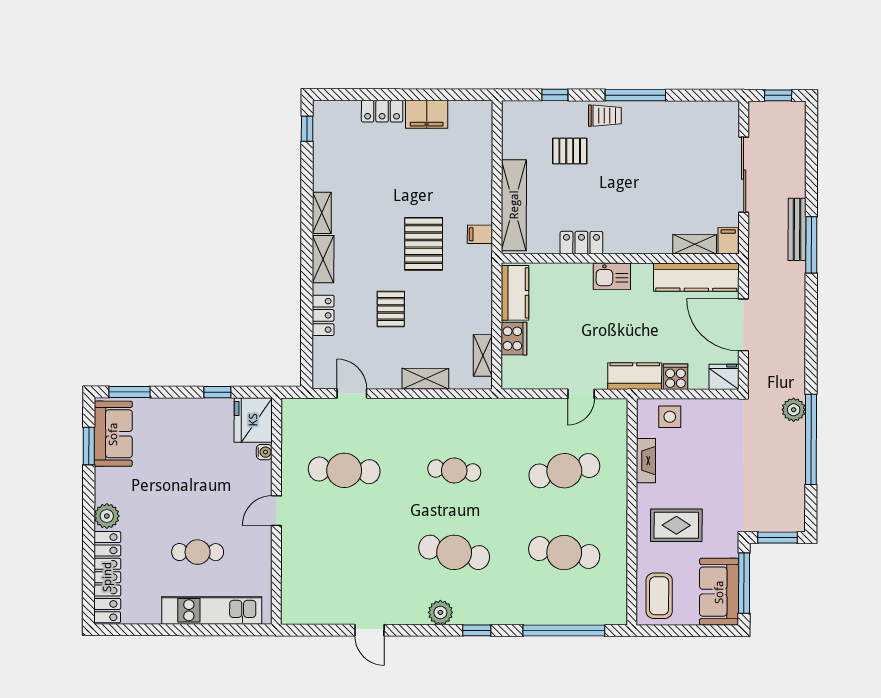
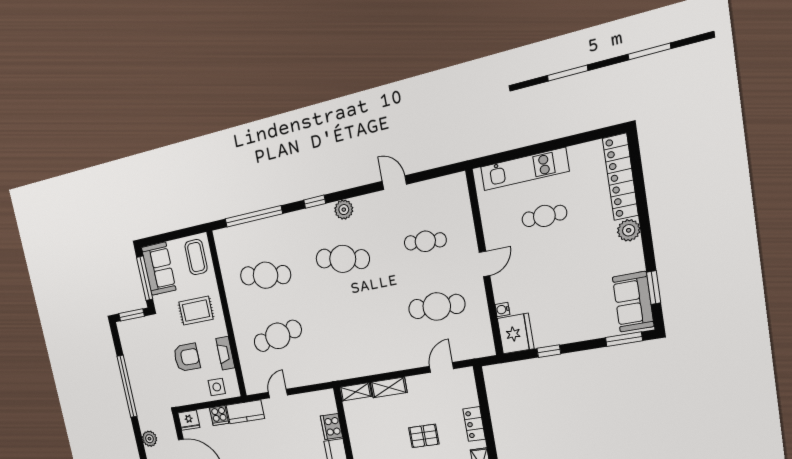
pallet: (391, 309) -> (424, 436), turned 90
shelving: (483, 355) -> (355, 392), moved, turned 90
door: (352, 393) -> (441, 367), swing flipped
plant: (794, 410) -> (149, 439), moved
armchair: (706, 465) -> (187, 357), added
cafe table: (454, 471) -> (425, 241), moved

